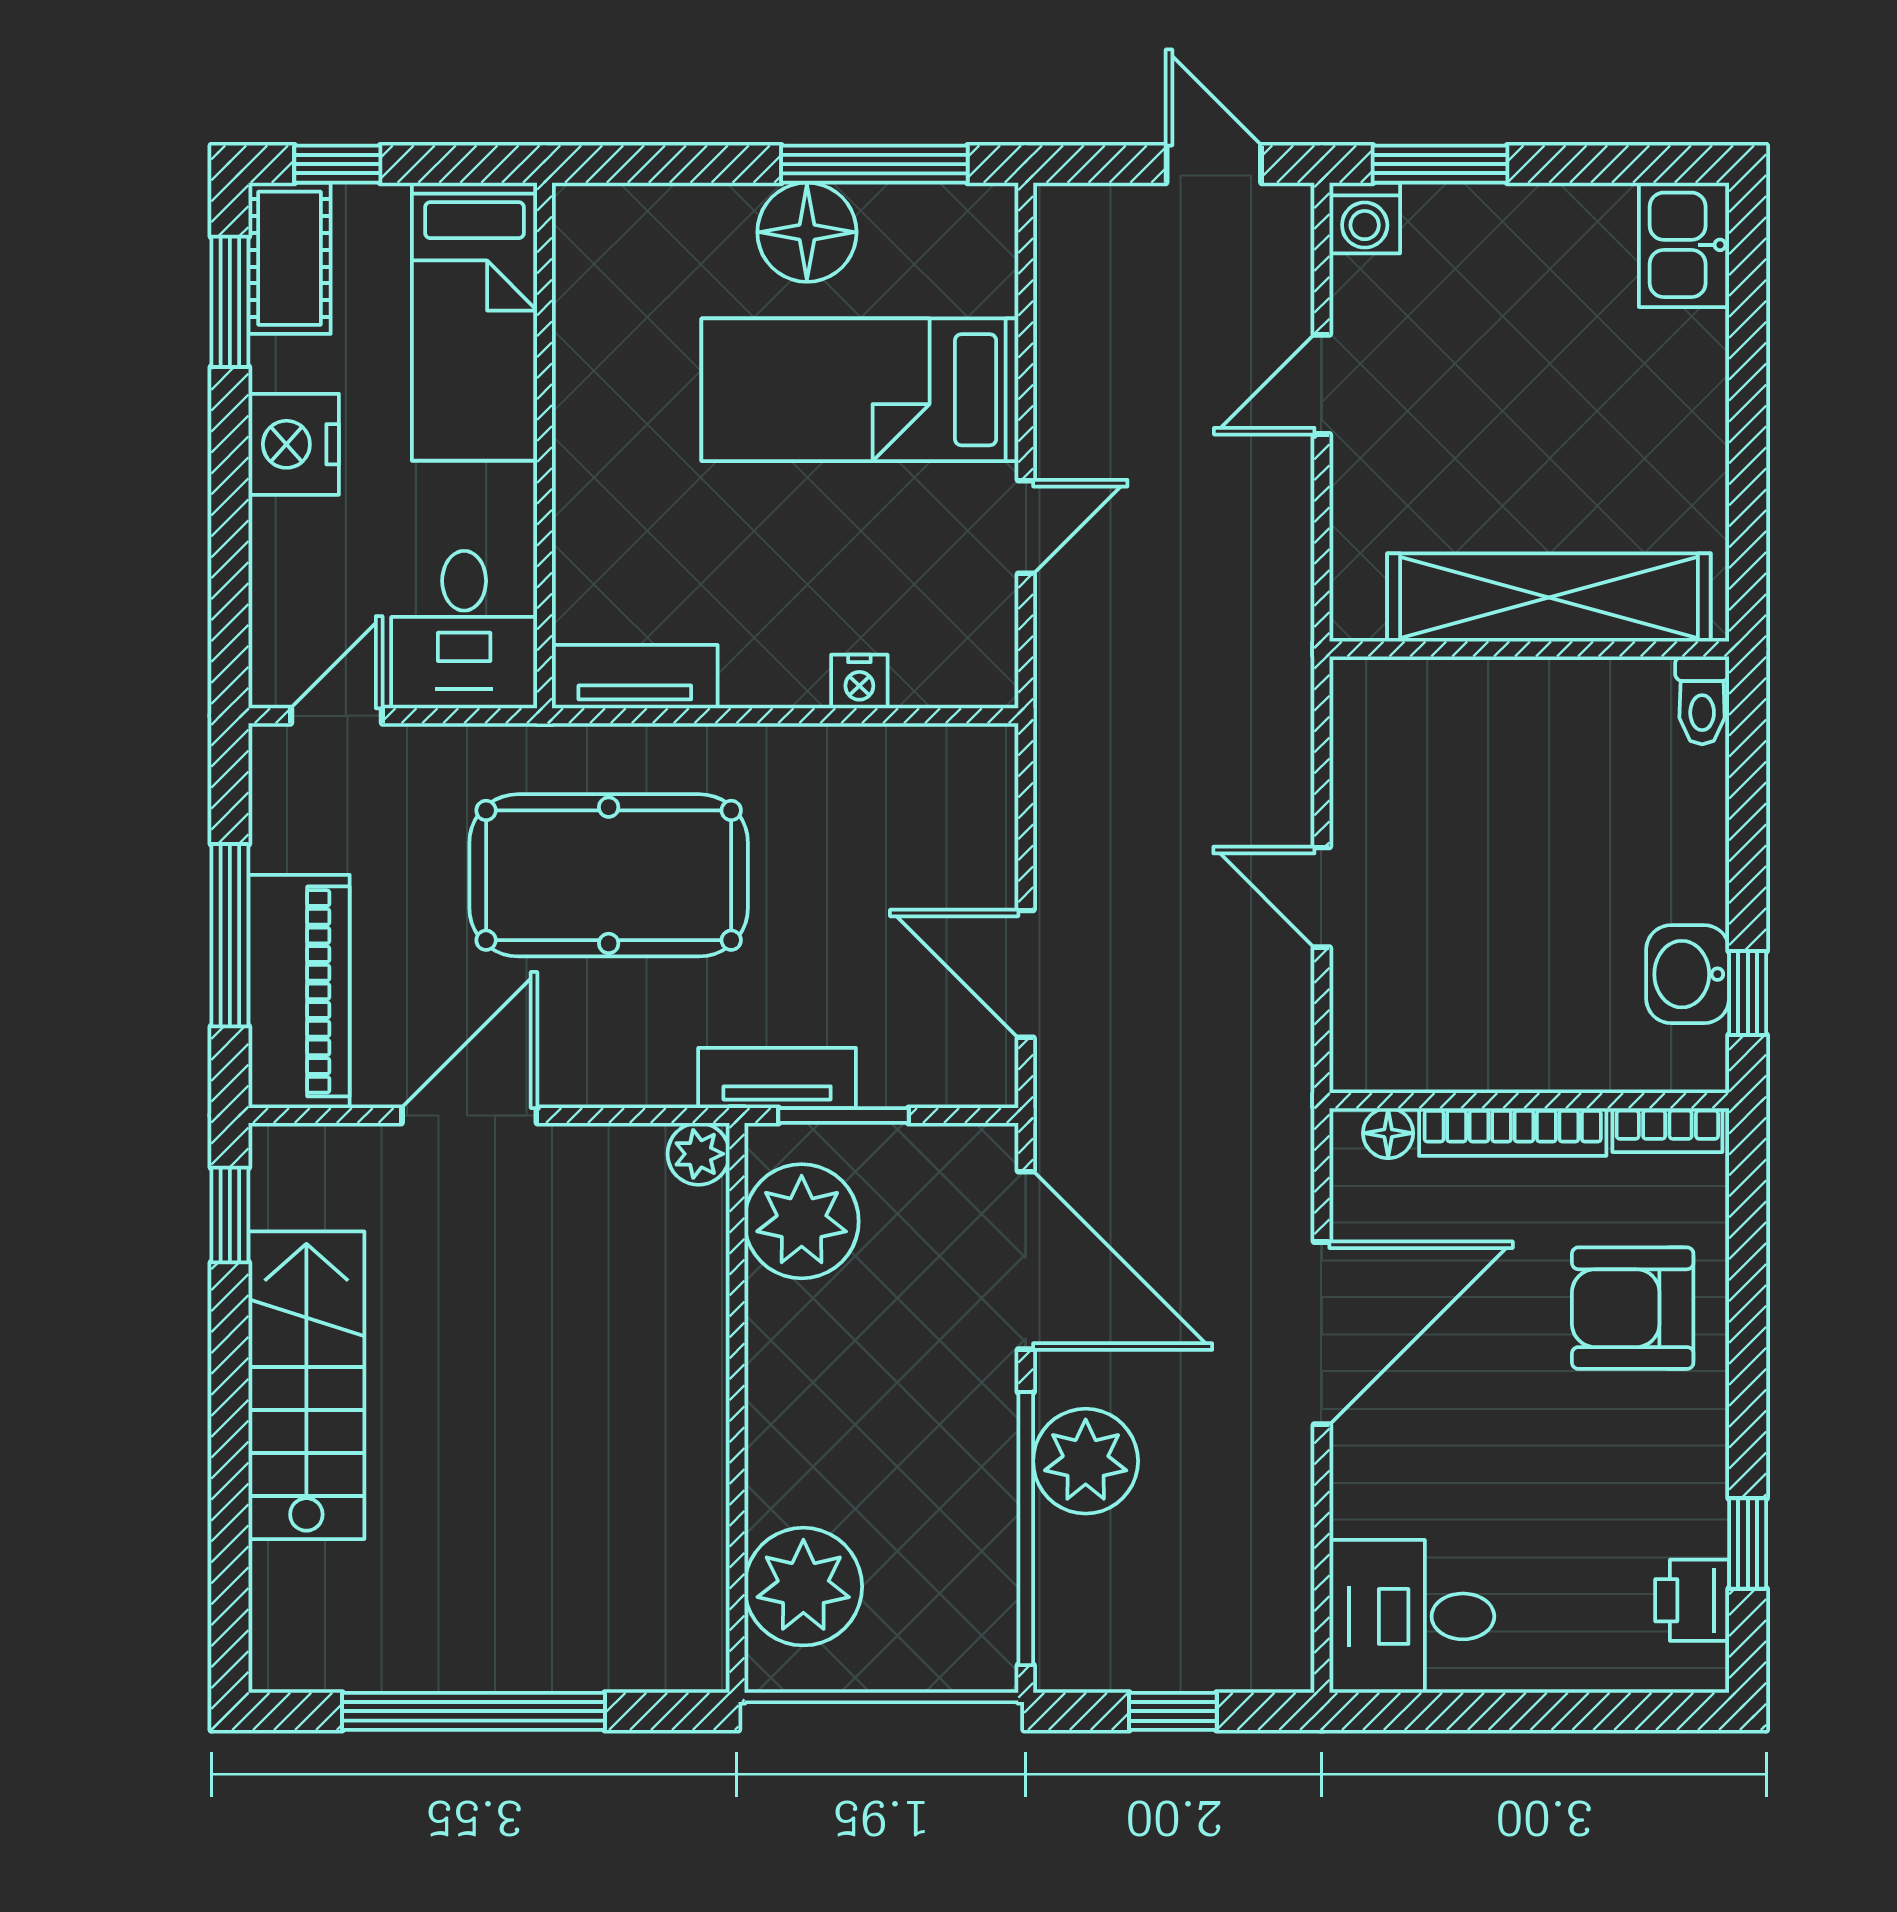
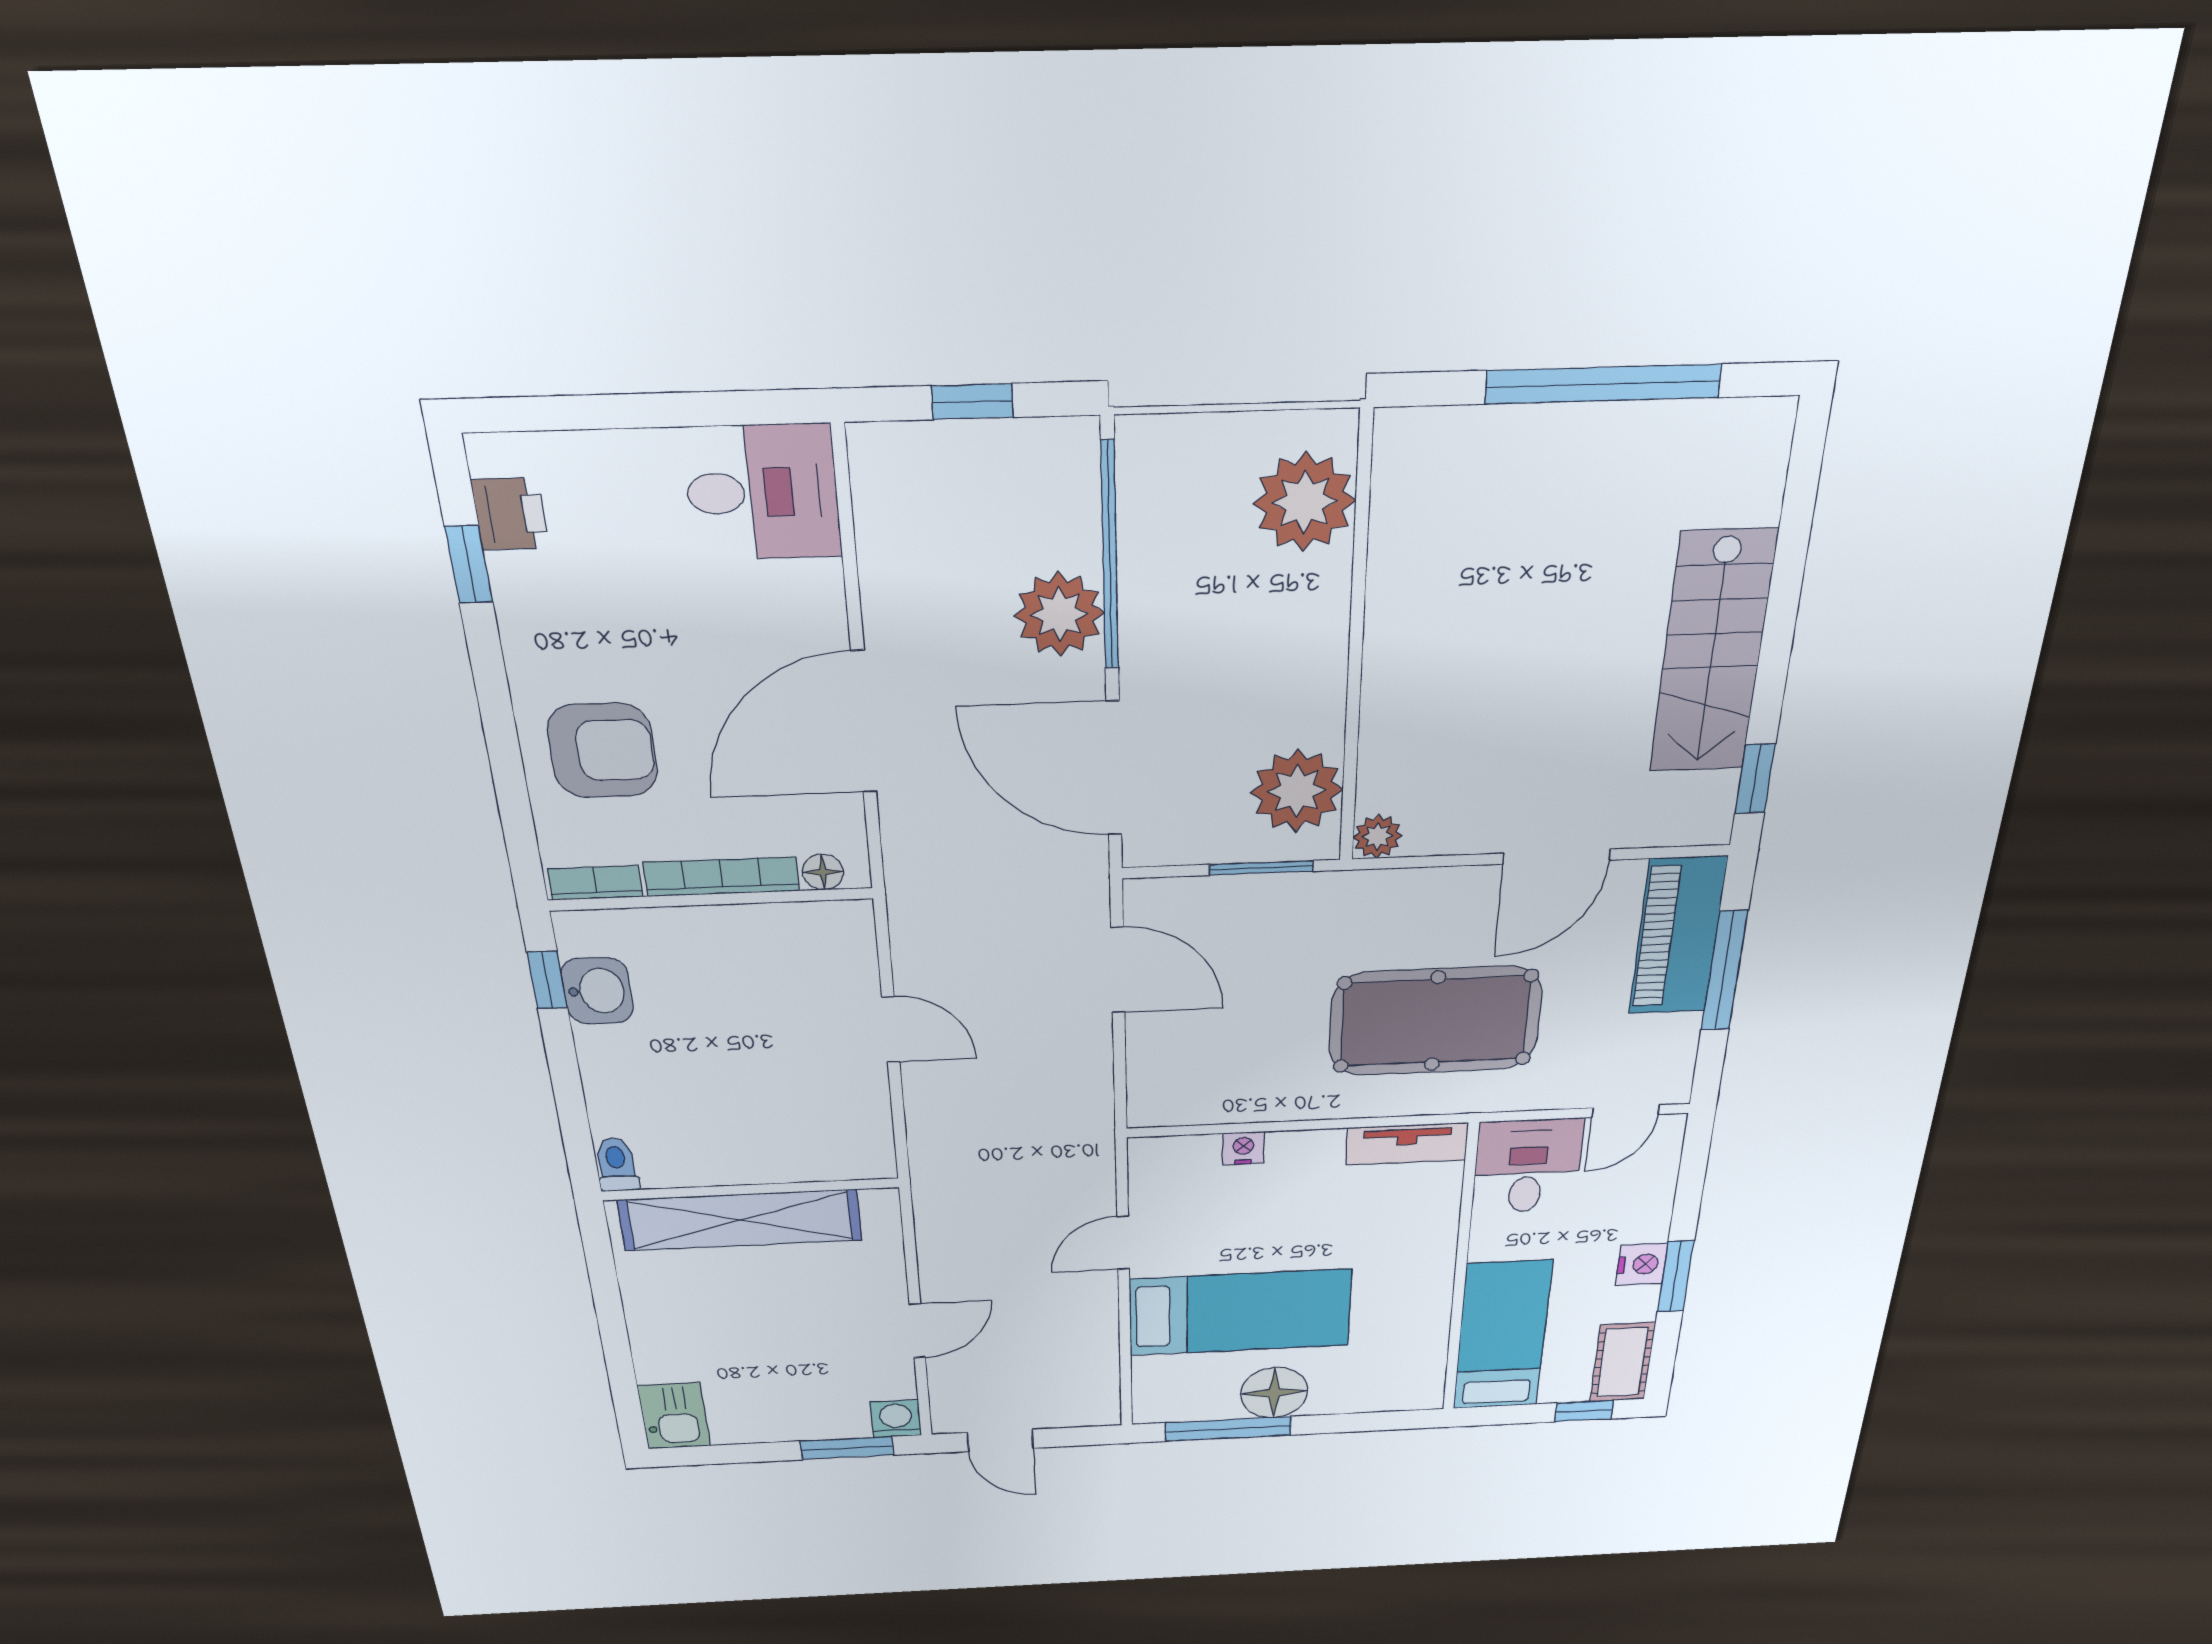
window: (230, 302) -> (1676, 1277), moved
nightstand: (294, 444) -> (1642, 1264), width x0.74, depth x0.75
tv unit: (777, 1078) -> (1313, 892), removed

